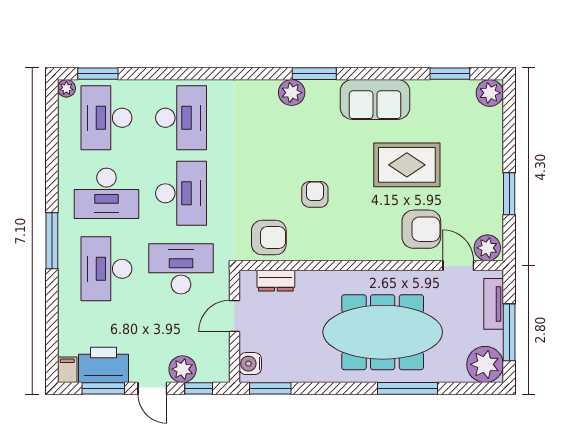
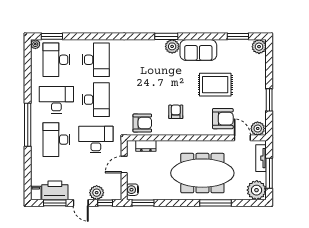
plant: (292, 93) -> (172, 46), moved
desk: (106, 193) -> (56, 100), turned 180
armchair: (315, 194) -> (176, 112), moved
window: (52, 241) -> (28, 125), width x1.46

